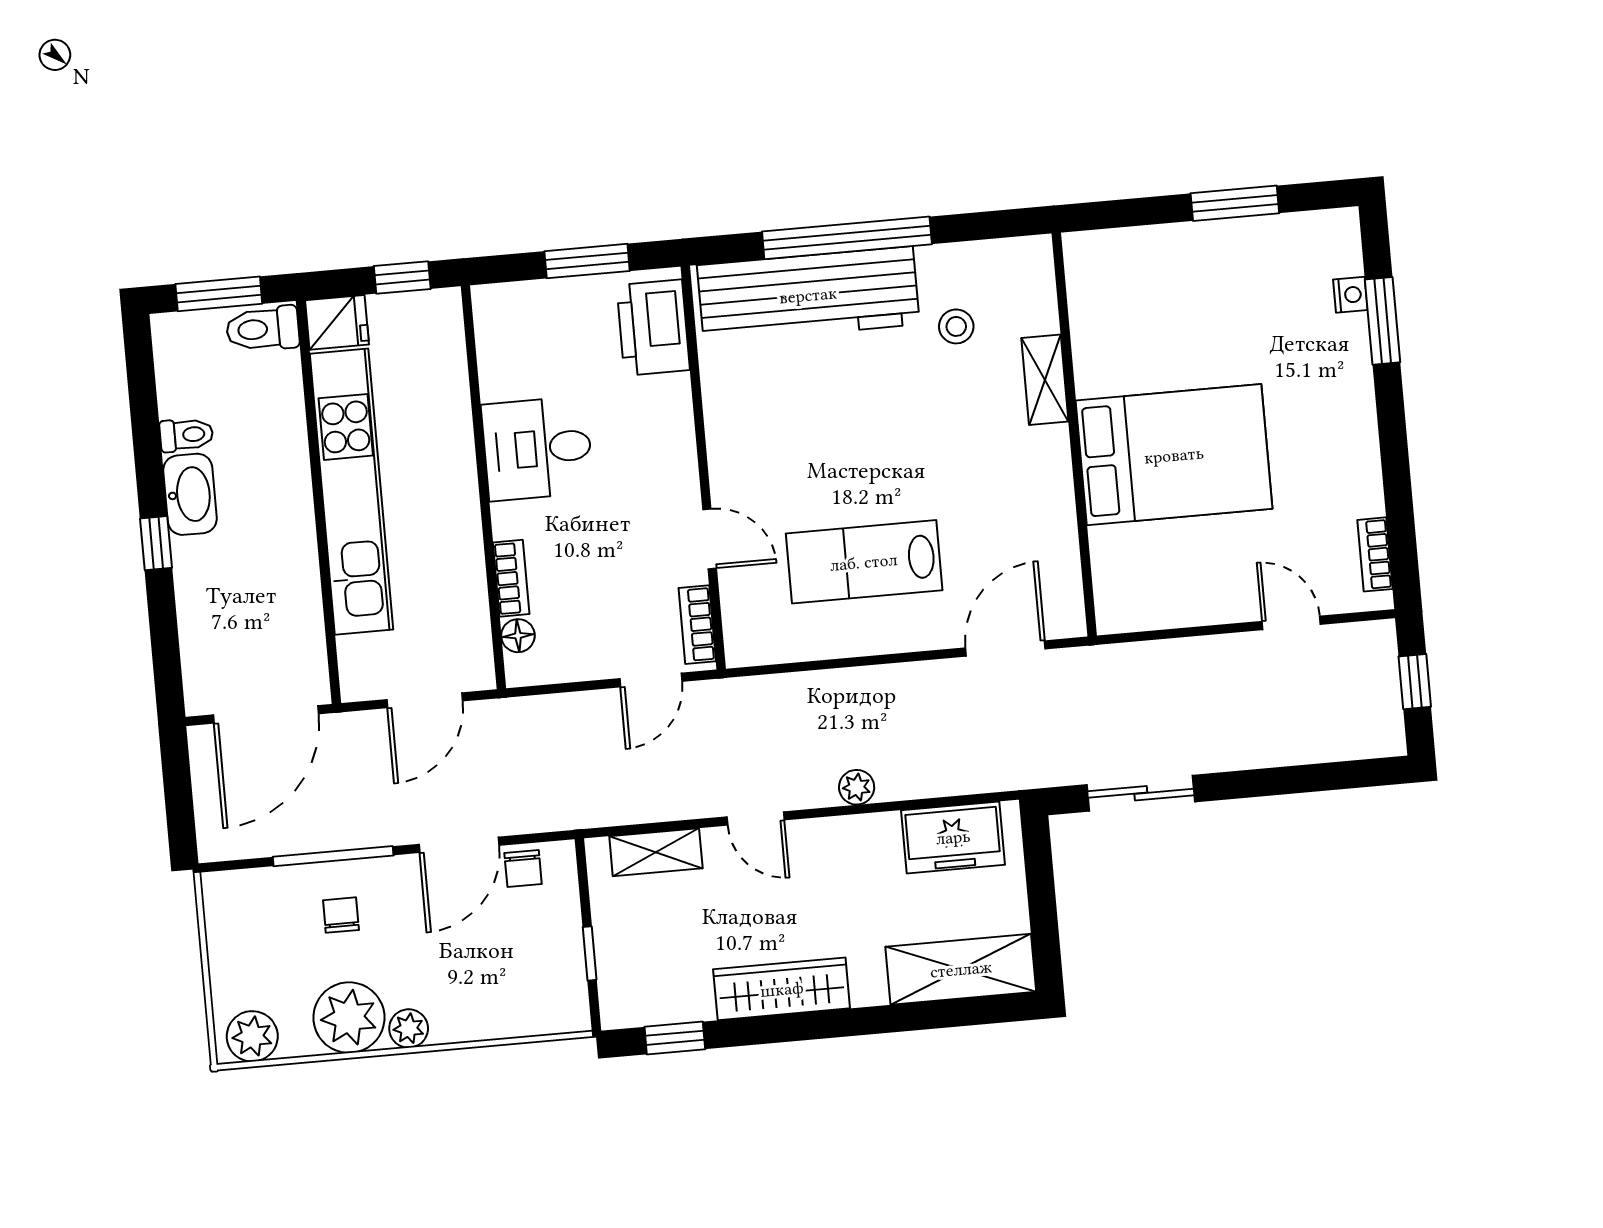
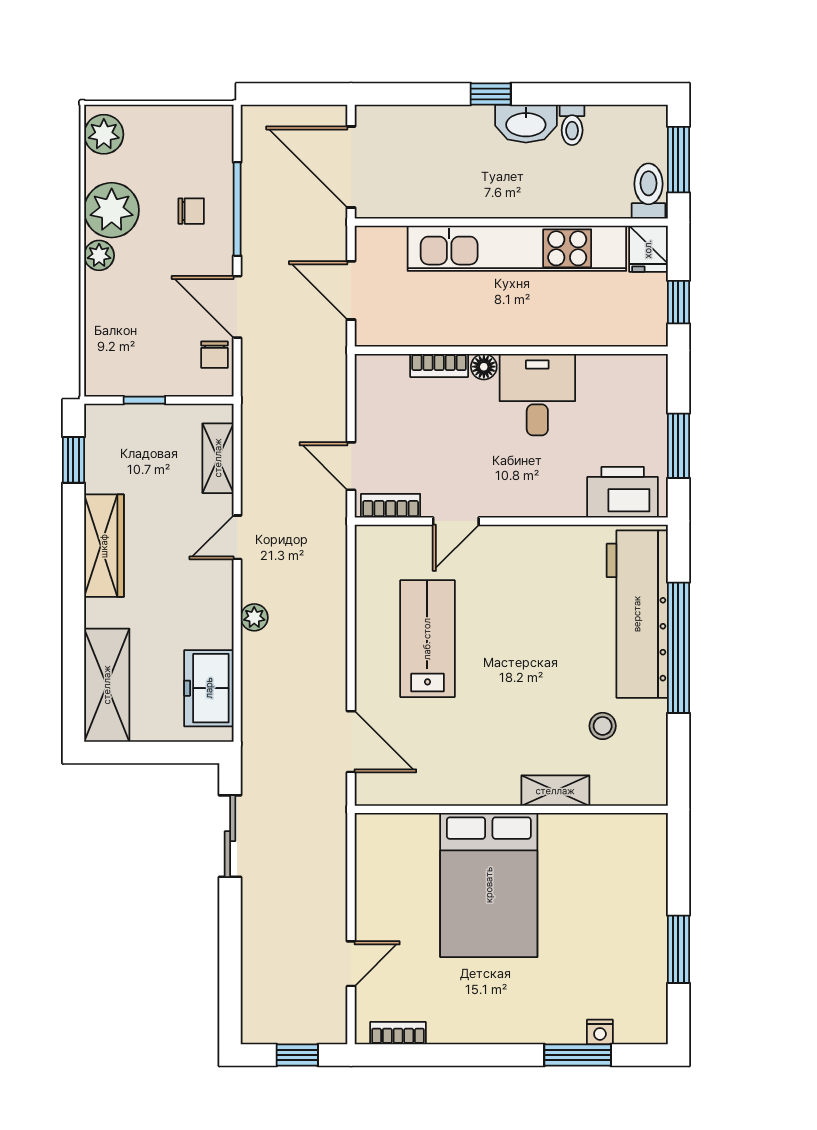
floor lamp: (518, 636) -> (484, 367), moved
chair: (523, 869) -> (215, 355), turned -90

